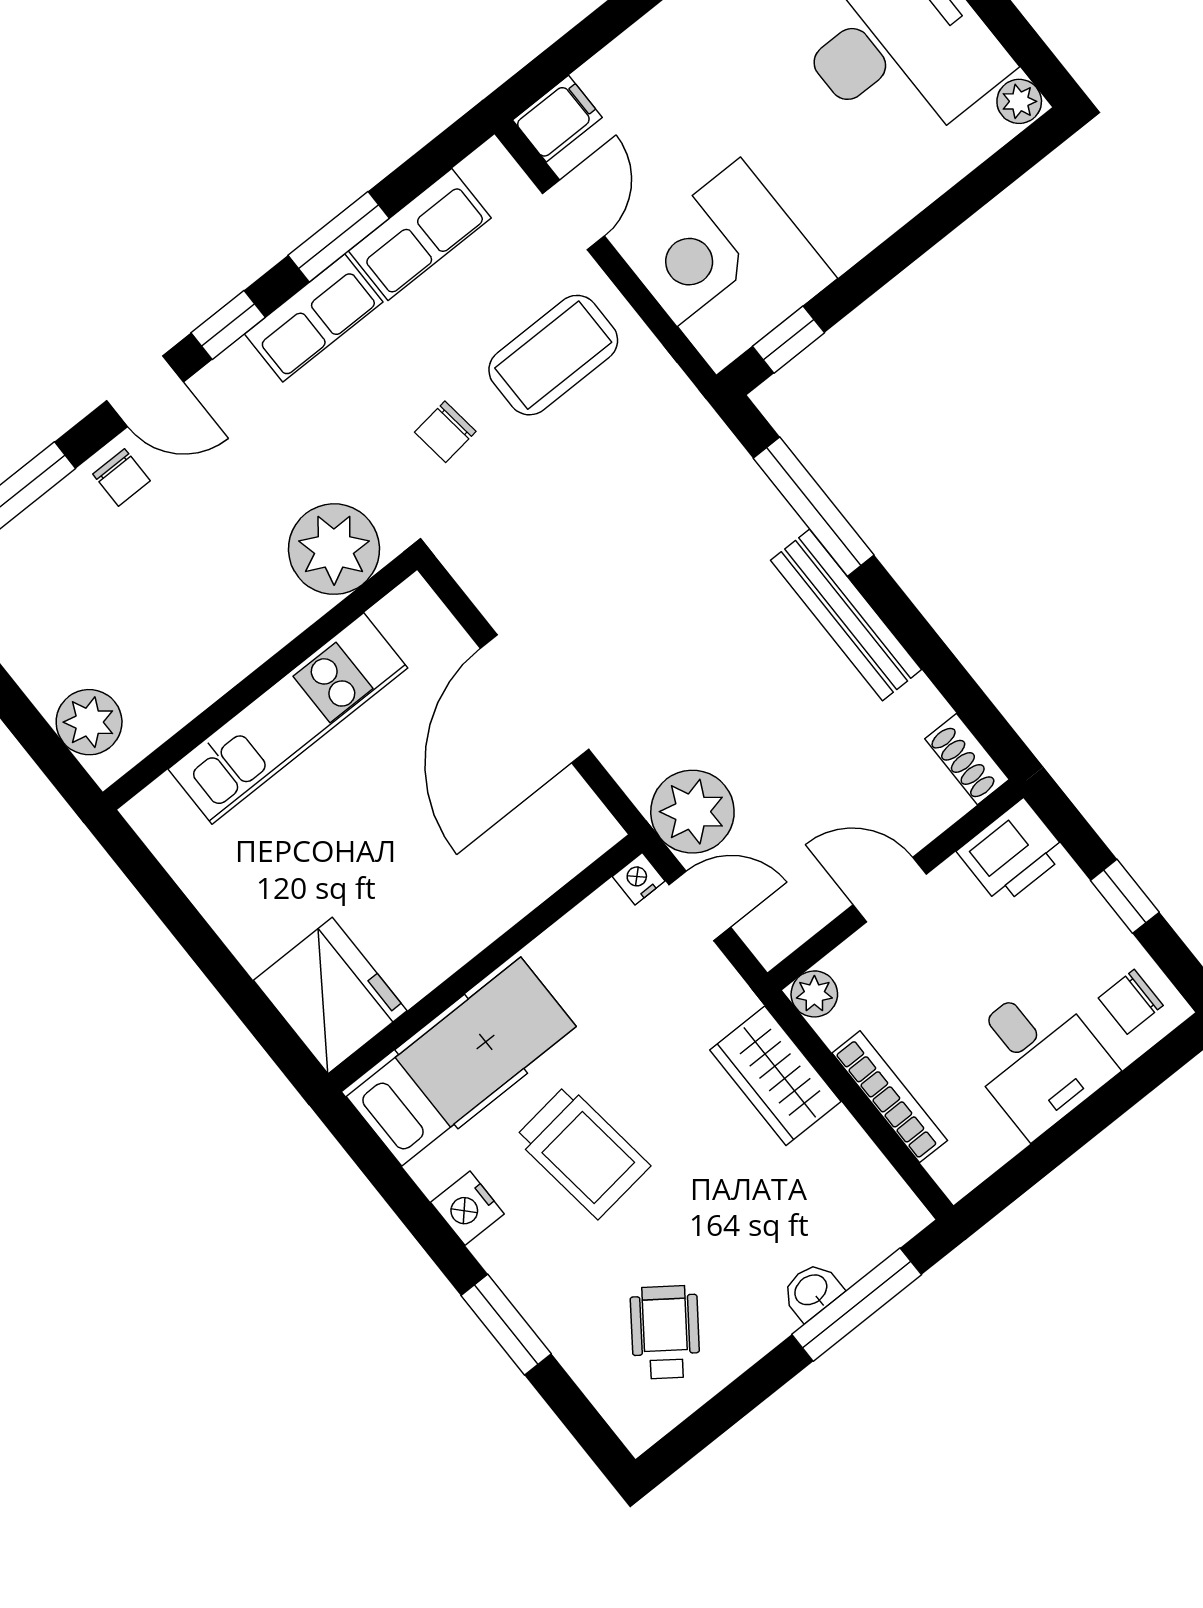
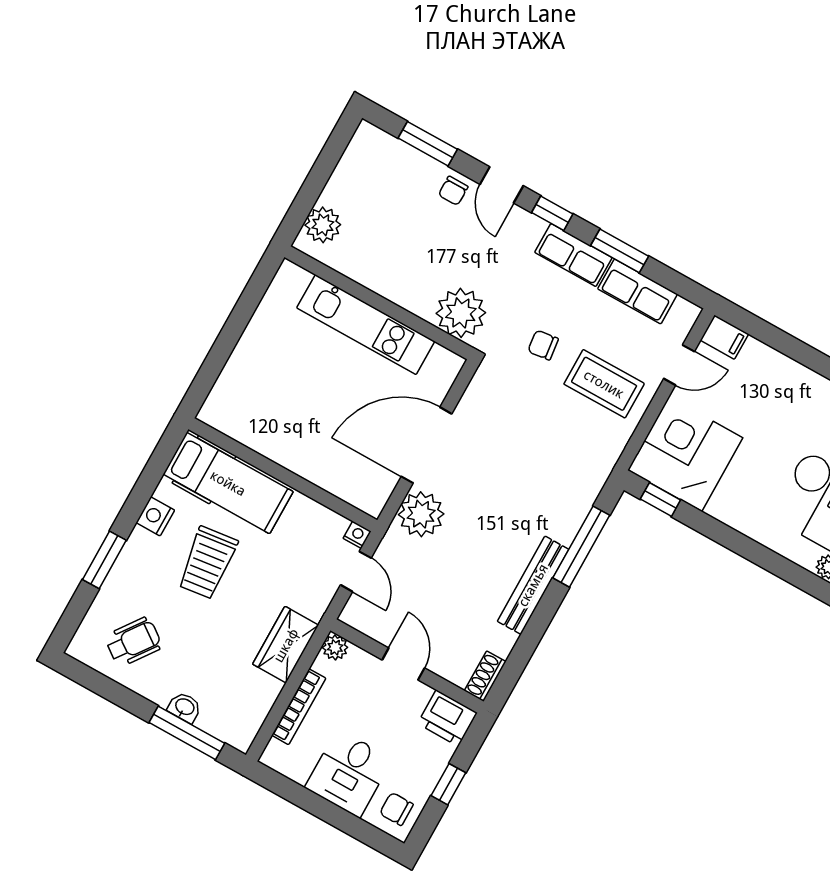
plant: (692, 812) -> (421, 514), moved
fridge: (330, 996) -> (234, 403), removed

